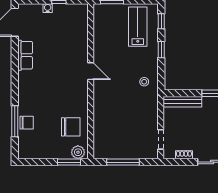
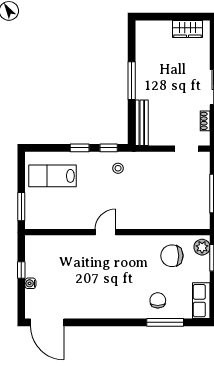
window: (161, 21) -> (109, 148), moved
row of seats: (25, 55) -> (201, 301), moved, turned -90
chair: (27, 123) -> (158, 300), moved
chair: (71, 127) -> (172, 256), turned -90

